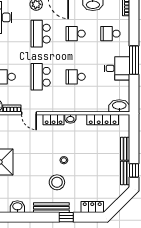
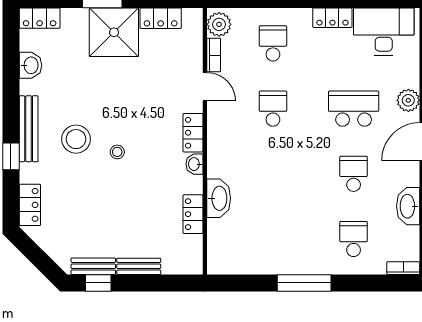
desk: (117, 68) -> (289, 251), removed
school desk: (41, 77) -> (273, 109), width x0.54
school desk: (76, 77) -> (273, 174), removed
washbasin: (119, 106) -> (219, 198), moved
door: (29, 113) -> (205, 87), swing flipped
locker: (103, 120) -> (193, 214), width x0.66

